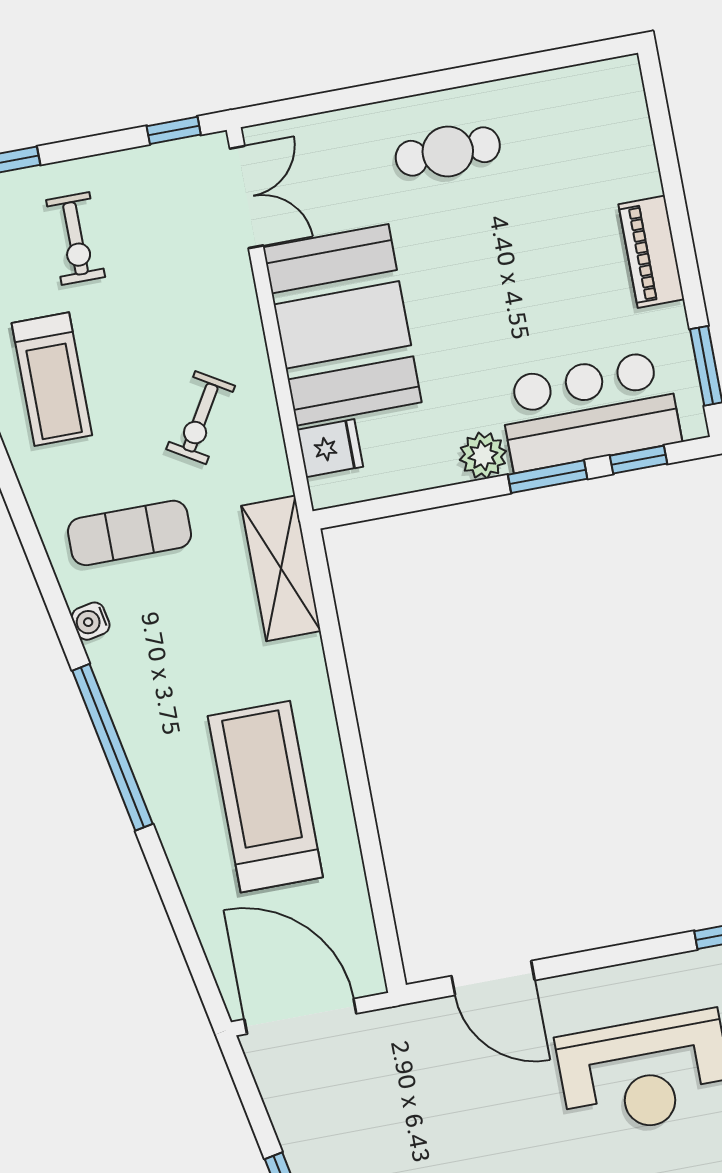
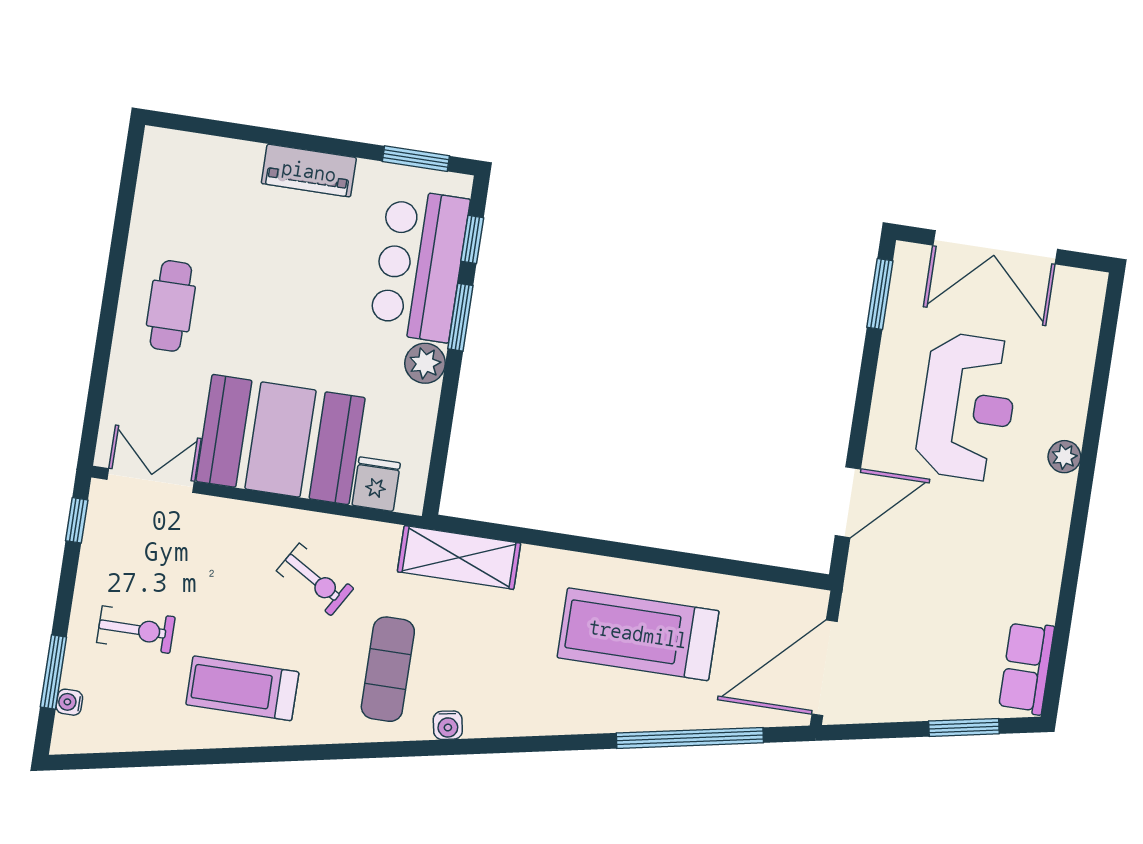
treadmill: (52, 379) -> (242, 688), turned 180
window: (112, 747) -> (690, 738), moved

